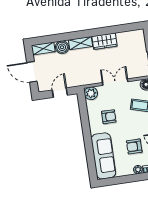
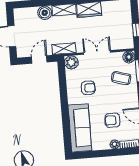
shelving: (43, 49) -> (64, 49), moved

